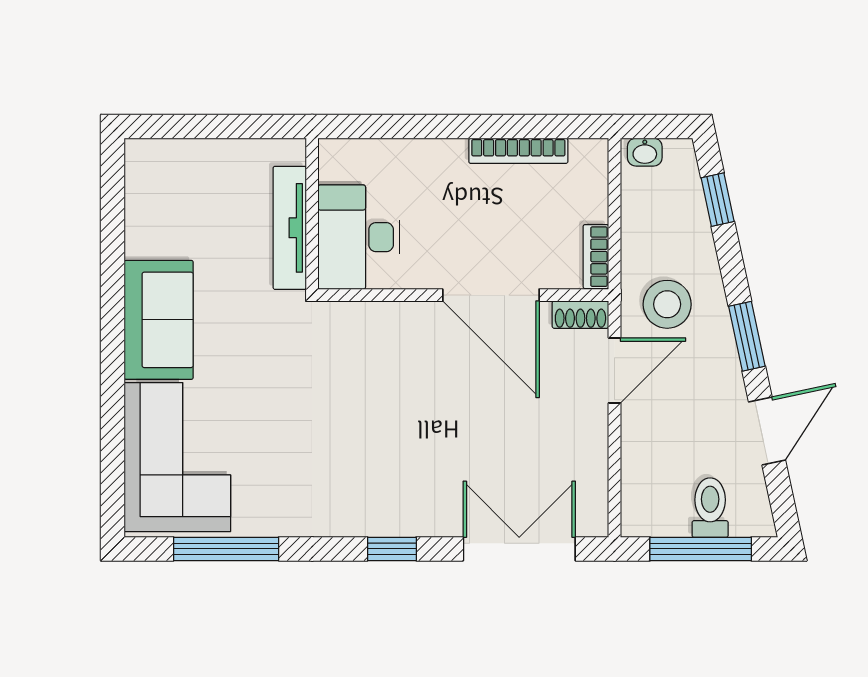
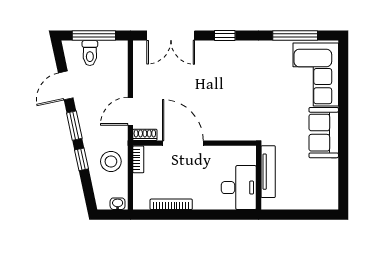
window: (718, 200) -> (81, 159), moved
desk: (359, 237) -> (239, 188), moved
stool: (667, 304) -> (111, 161), moved

